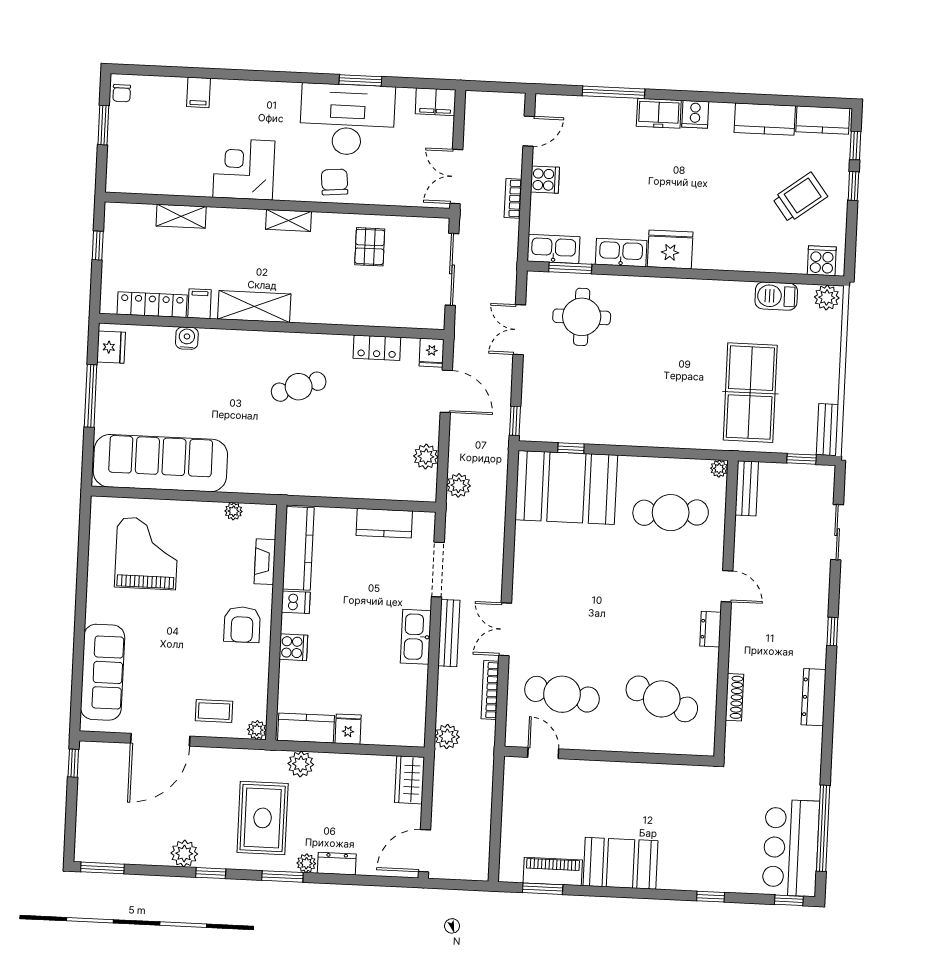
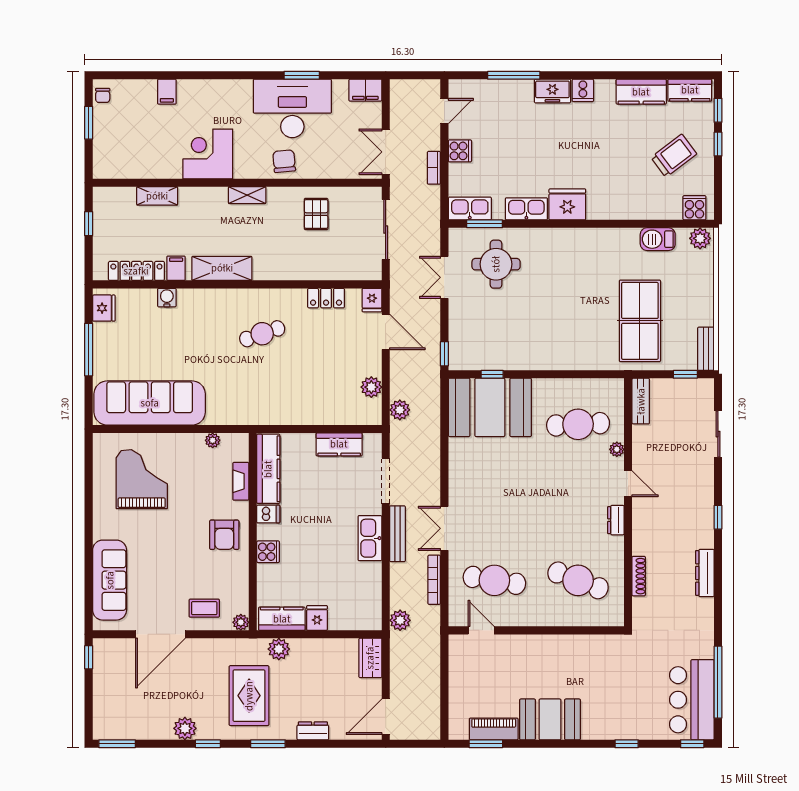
plant: (719, 469) -> (617, 449), moved
plant: (306, 863) -> (287, 732), removed

